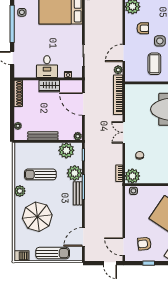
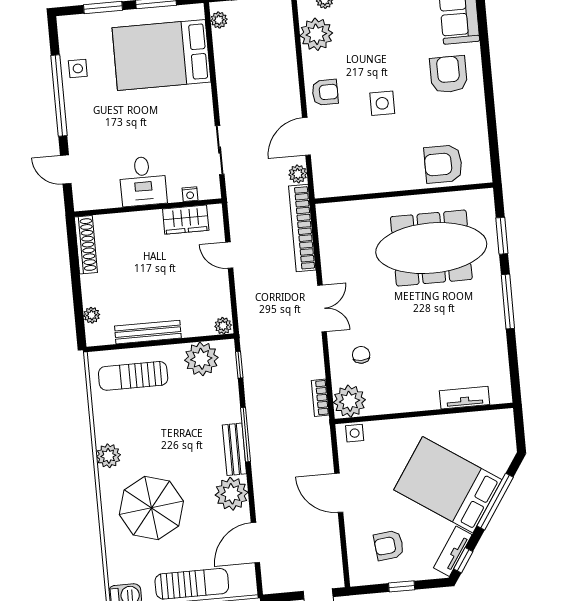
armchair: (143, 28) -> (325, 92), moved
coffee table: (154, 64) -> (375, 154), removed
wardrobe: (49, 86) -> (186, 220), moved
door: (83, 104) -> (229, 255), width x0.53
double door: (124, 132) -> (322, 308), swing flipped
plant: (75, 173) -> (232, 494), moved
sun lounger: (40, 174) -> (133, 376), moved
door: (124, 247) -> (339, 493), moved

